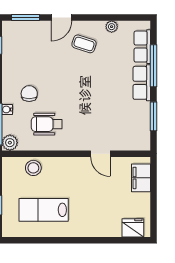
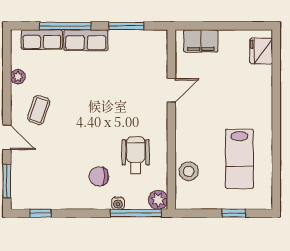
wheelchair: (47, 124) -> (136, 155), turned 180

